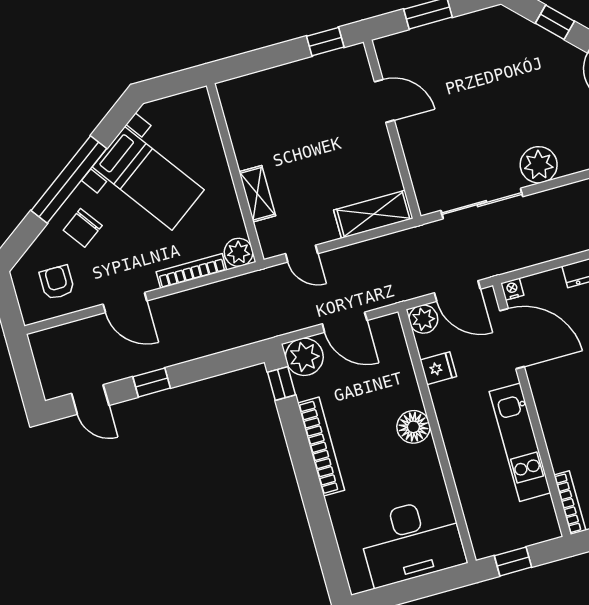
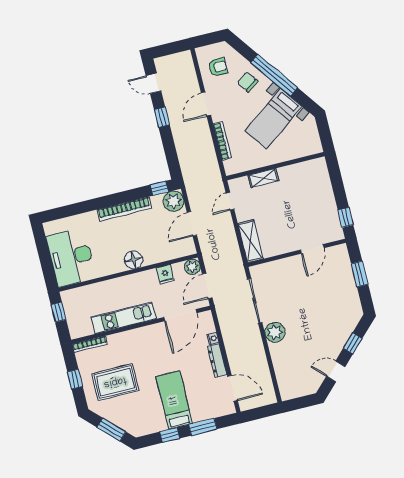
plant: (239, 252) -> (232, 167), removed
nightstand: (512, 289) -> (213, 338), moved
door: (90, 399) -> (153, 83), hinge flipped

